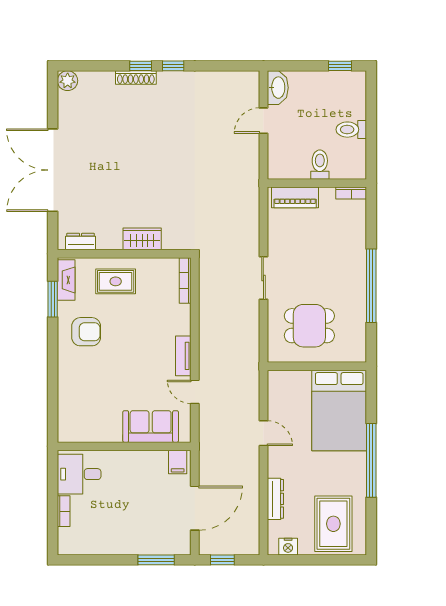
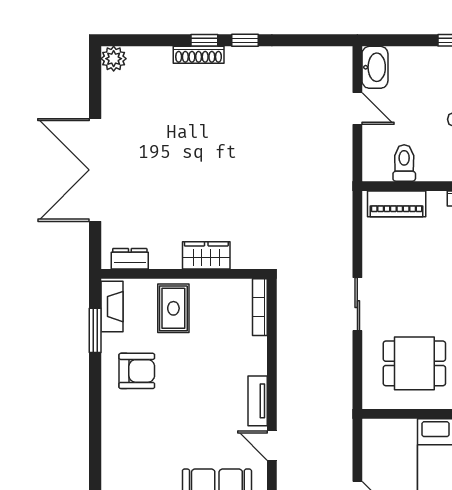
door: (263, 121) -> (357, 108), swing flipped
toilet: (320, 165) -> (404, 163), moved
rug: (116, 281) -> (173, 308), turned 90

